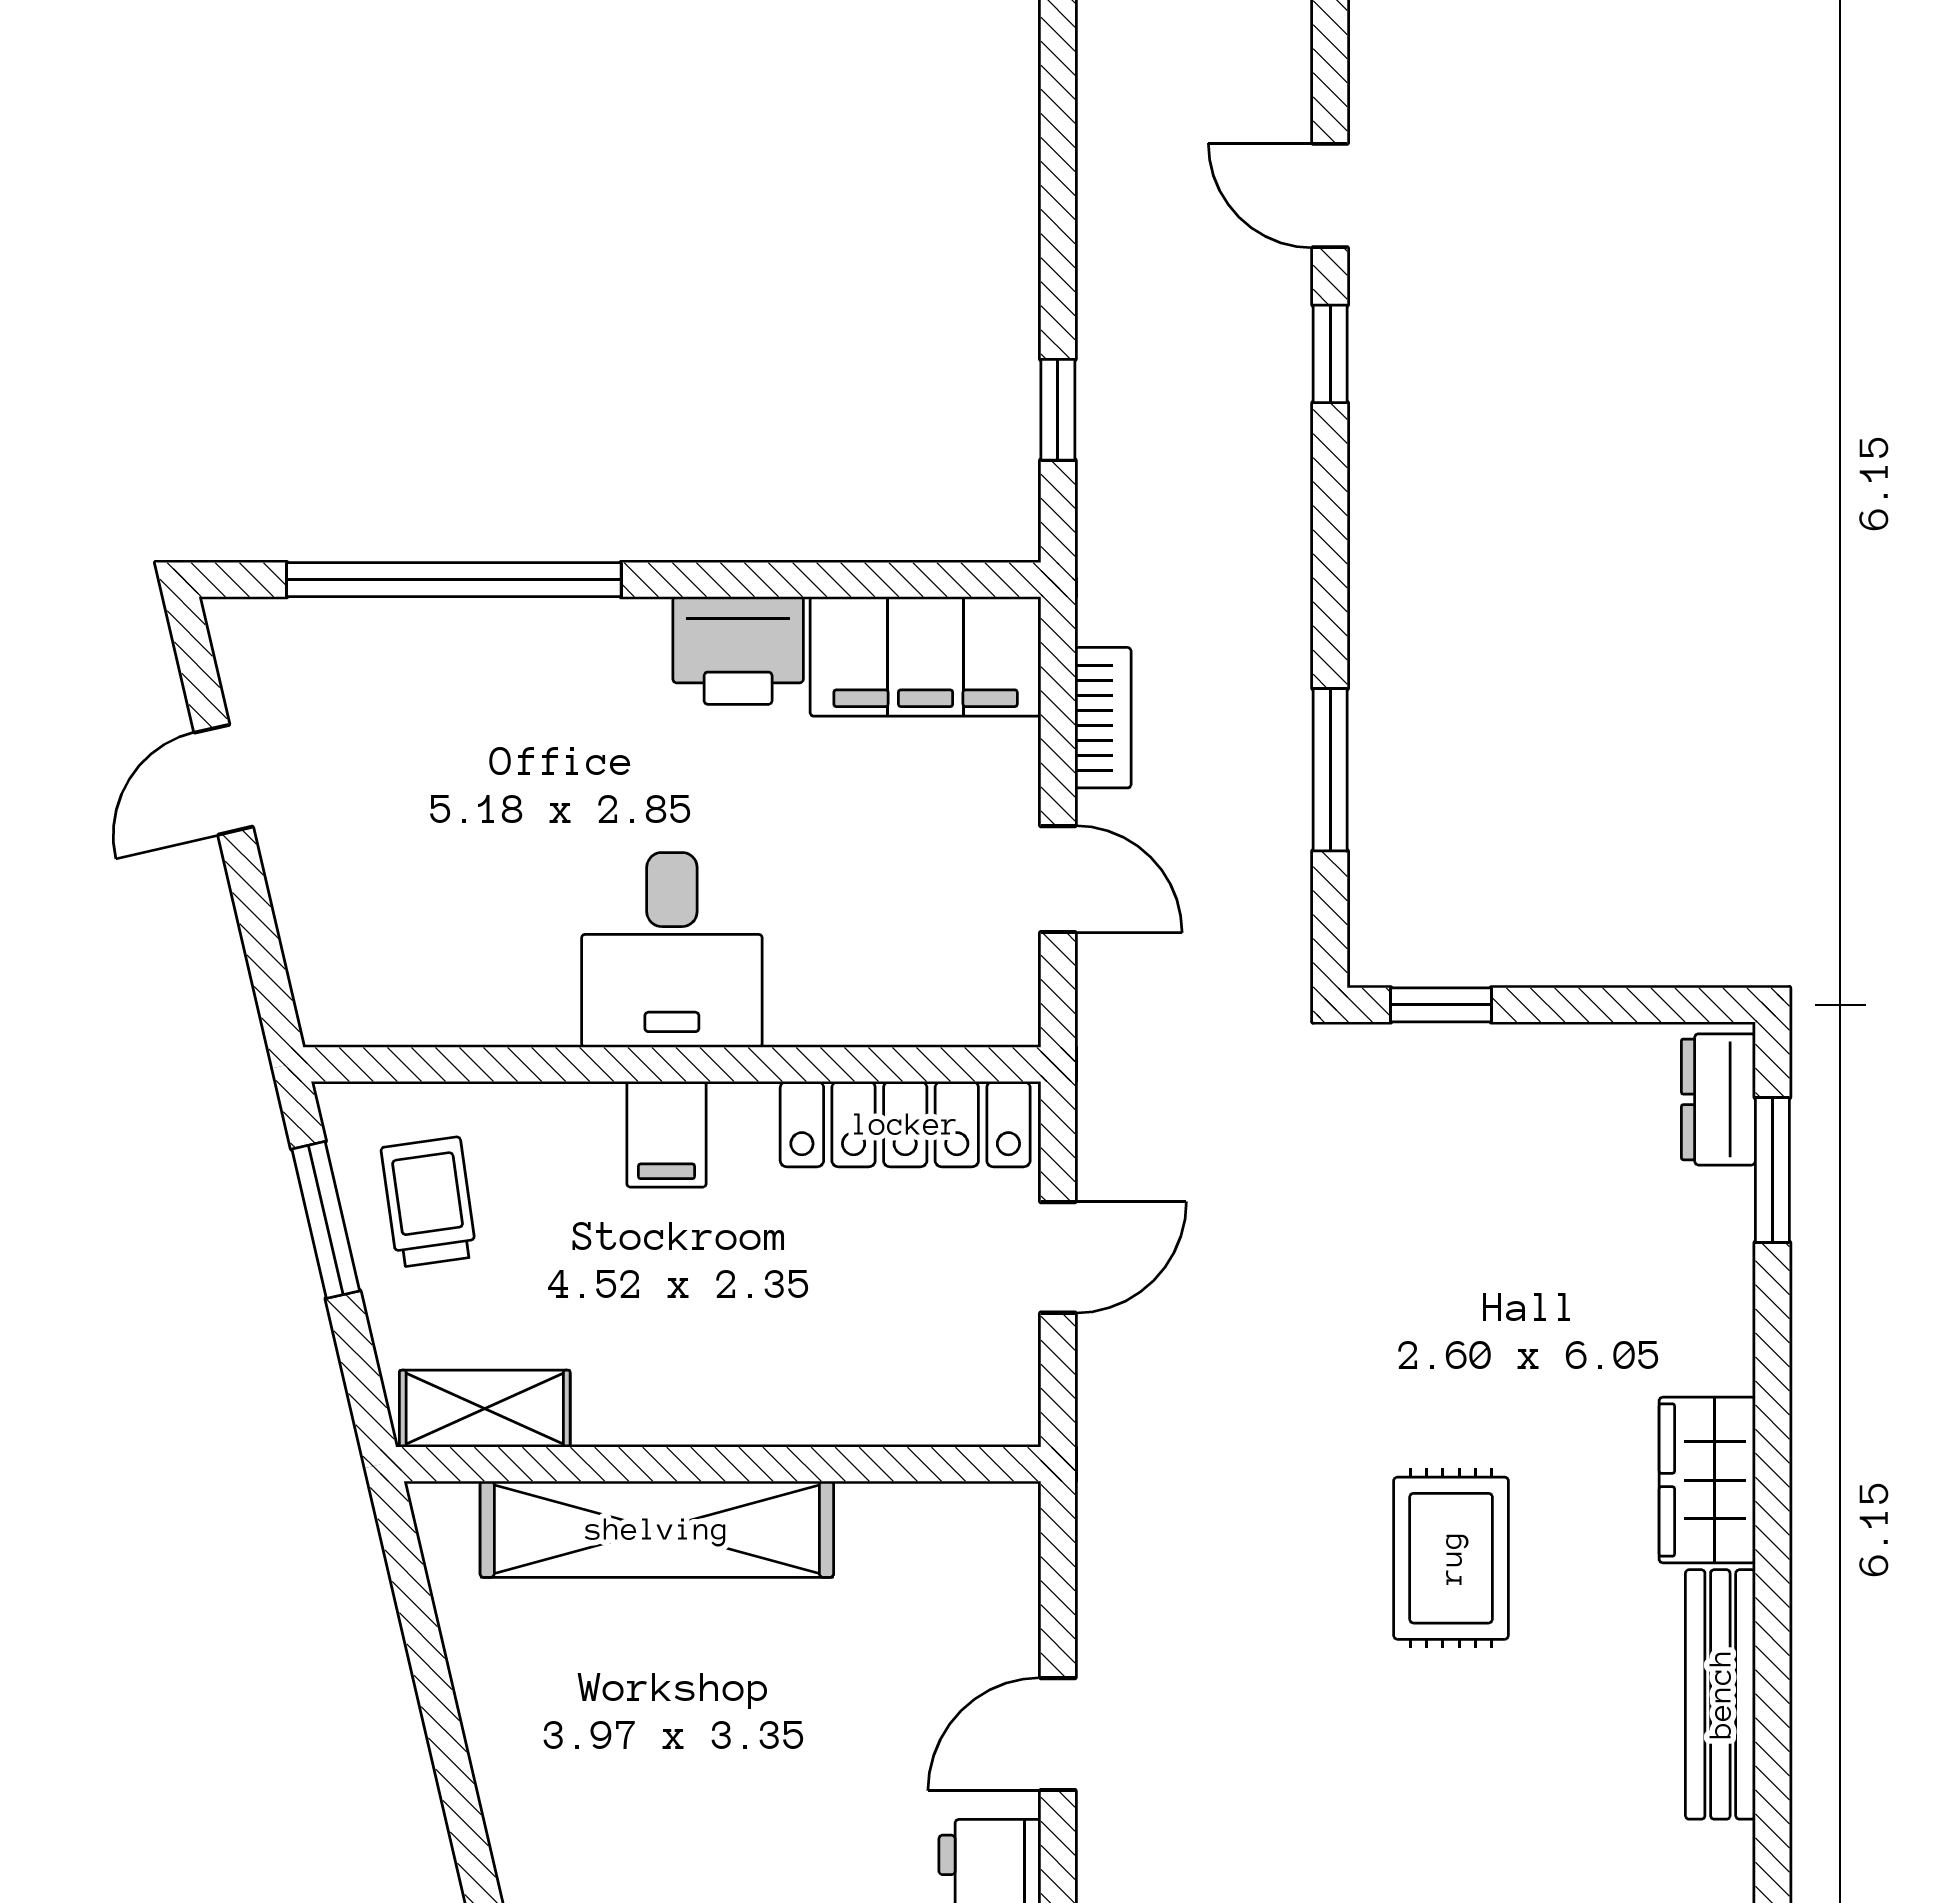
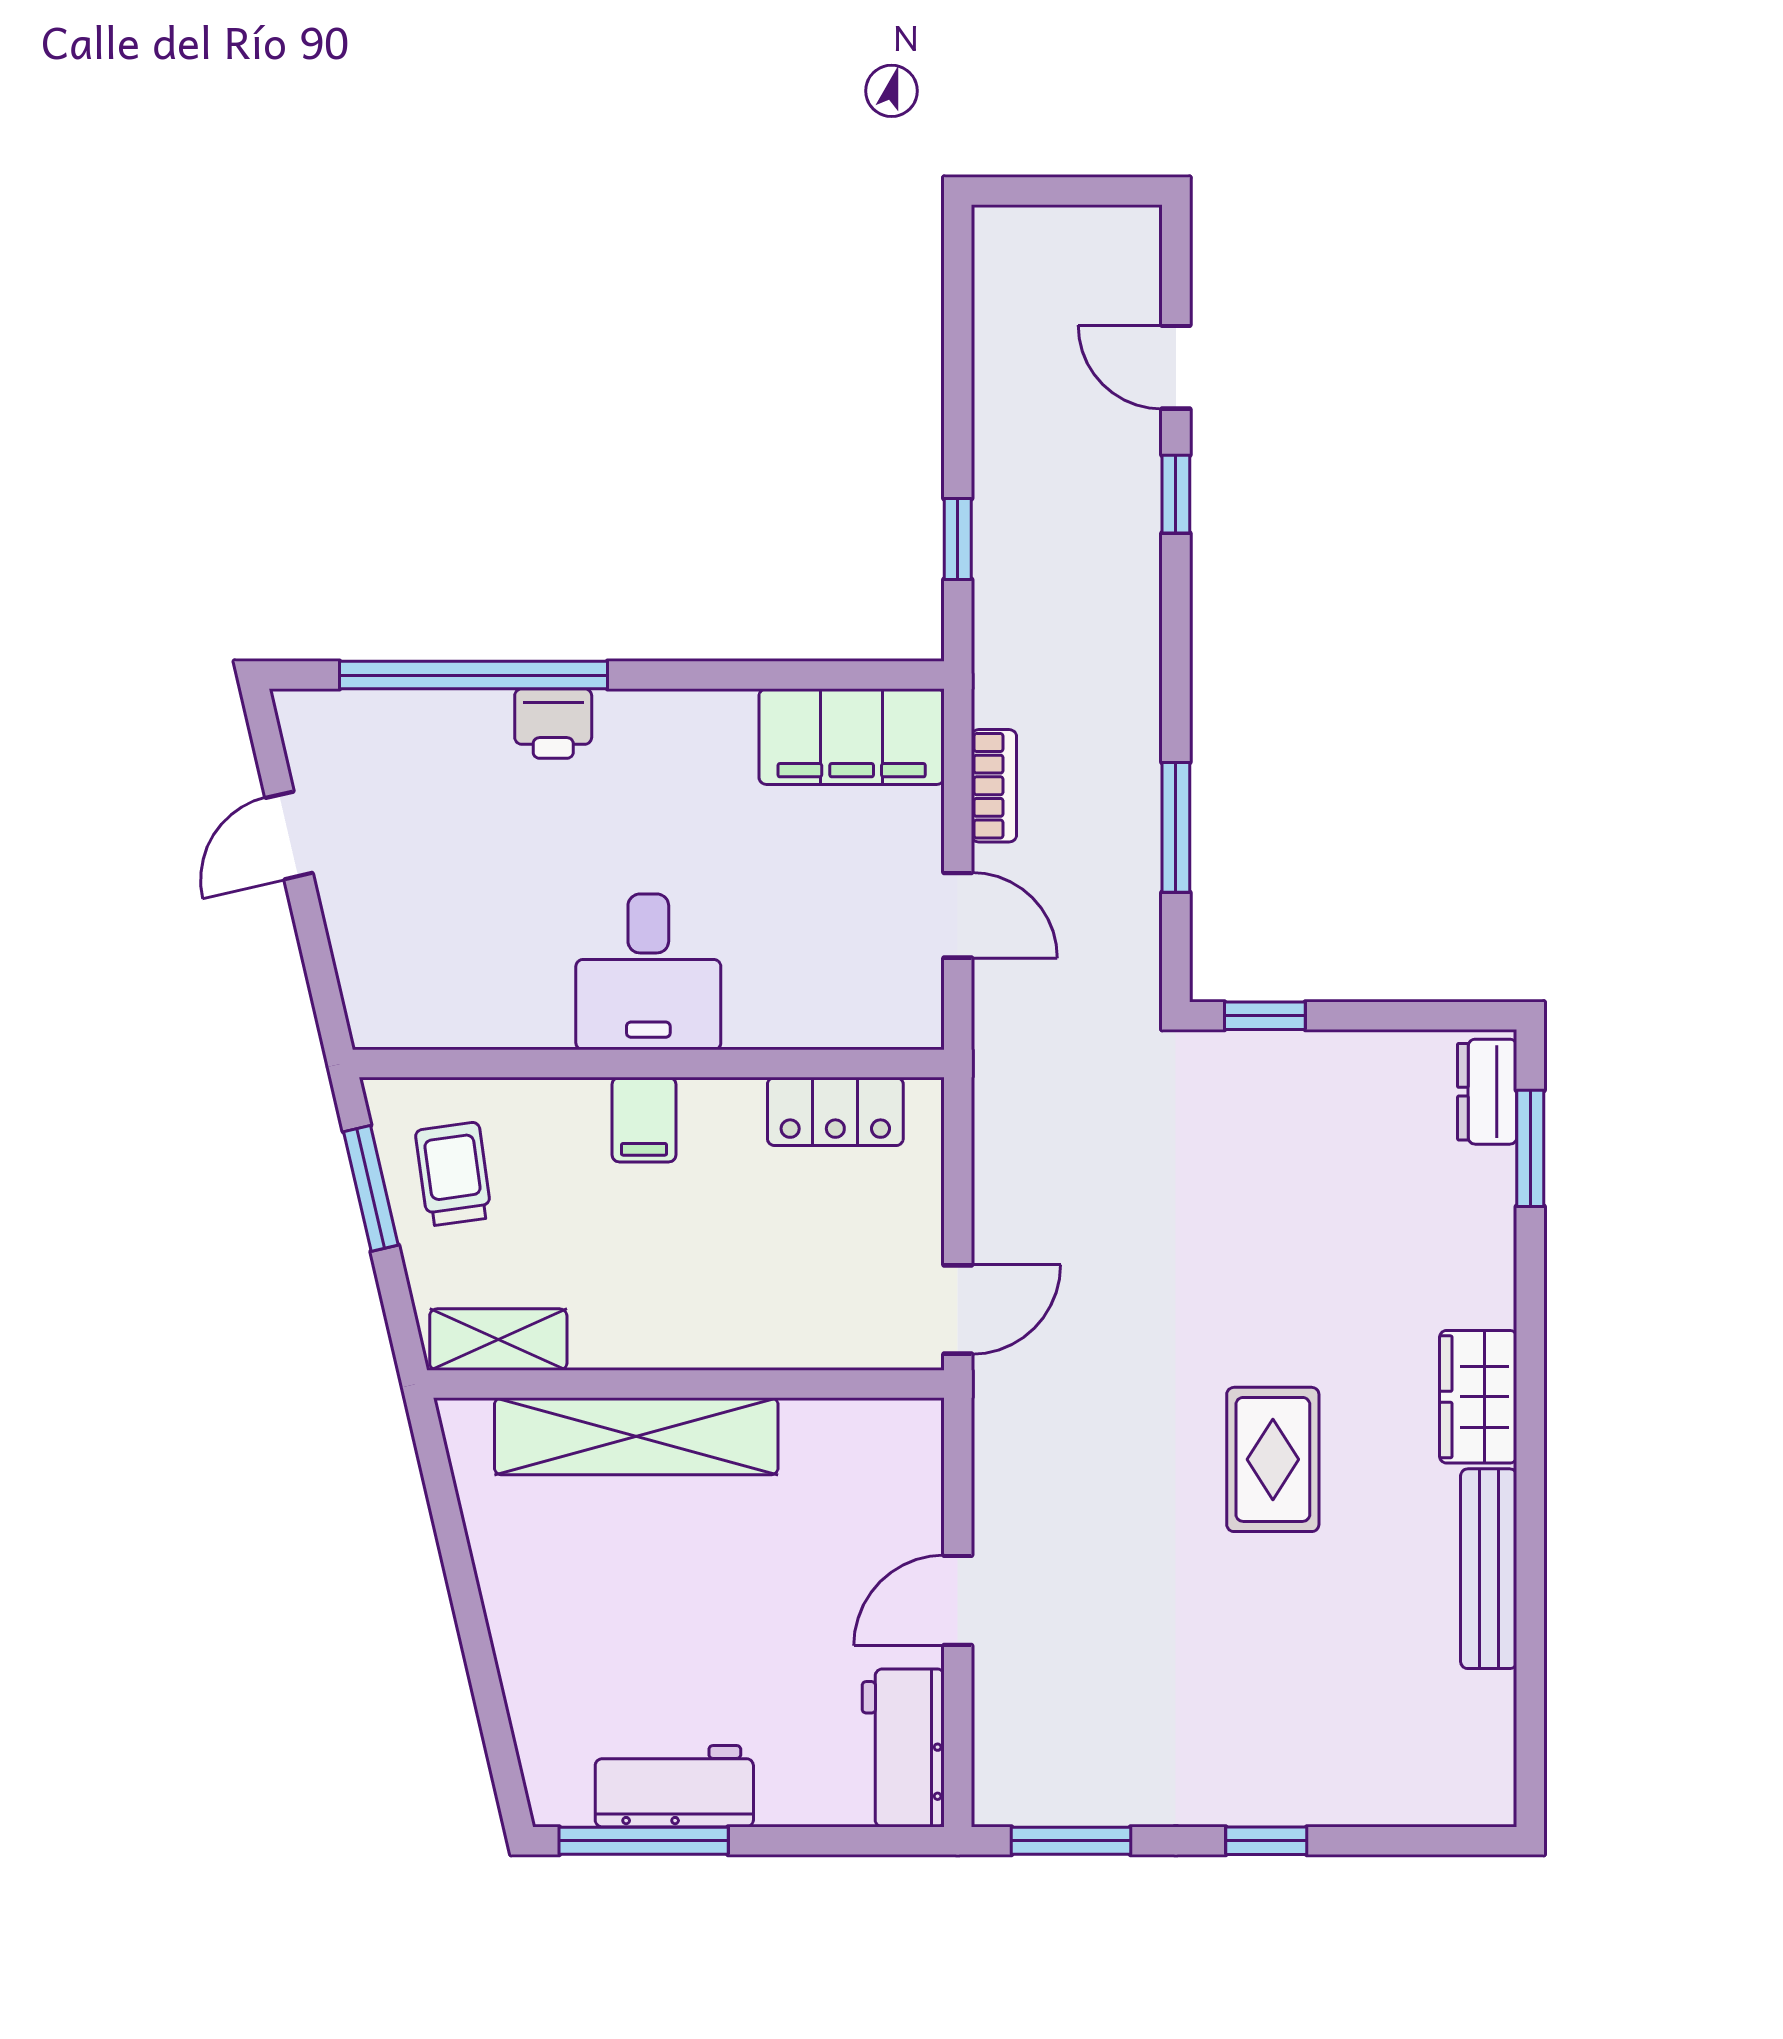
printer: (738, 650) -> (553, 724), moved, width x0.73, depth x0.81
locker: (905, 1124) -> (835, 1111), width x0.66
door: (1058, 1257) -> (958, 1309), moved

